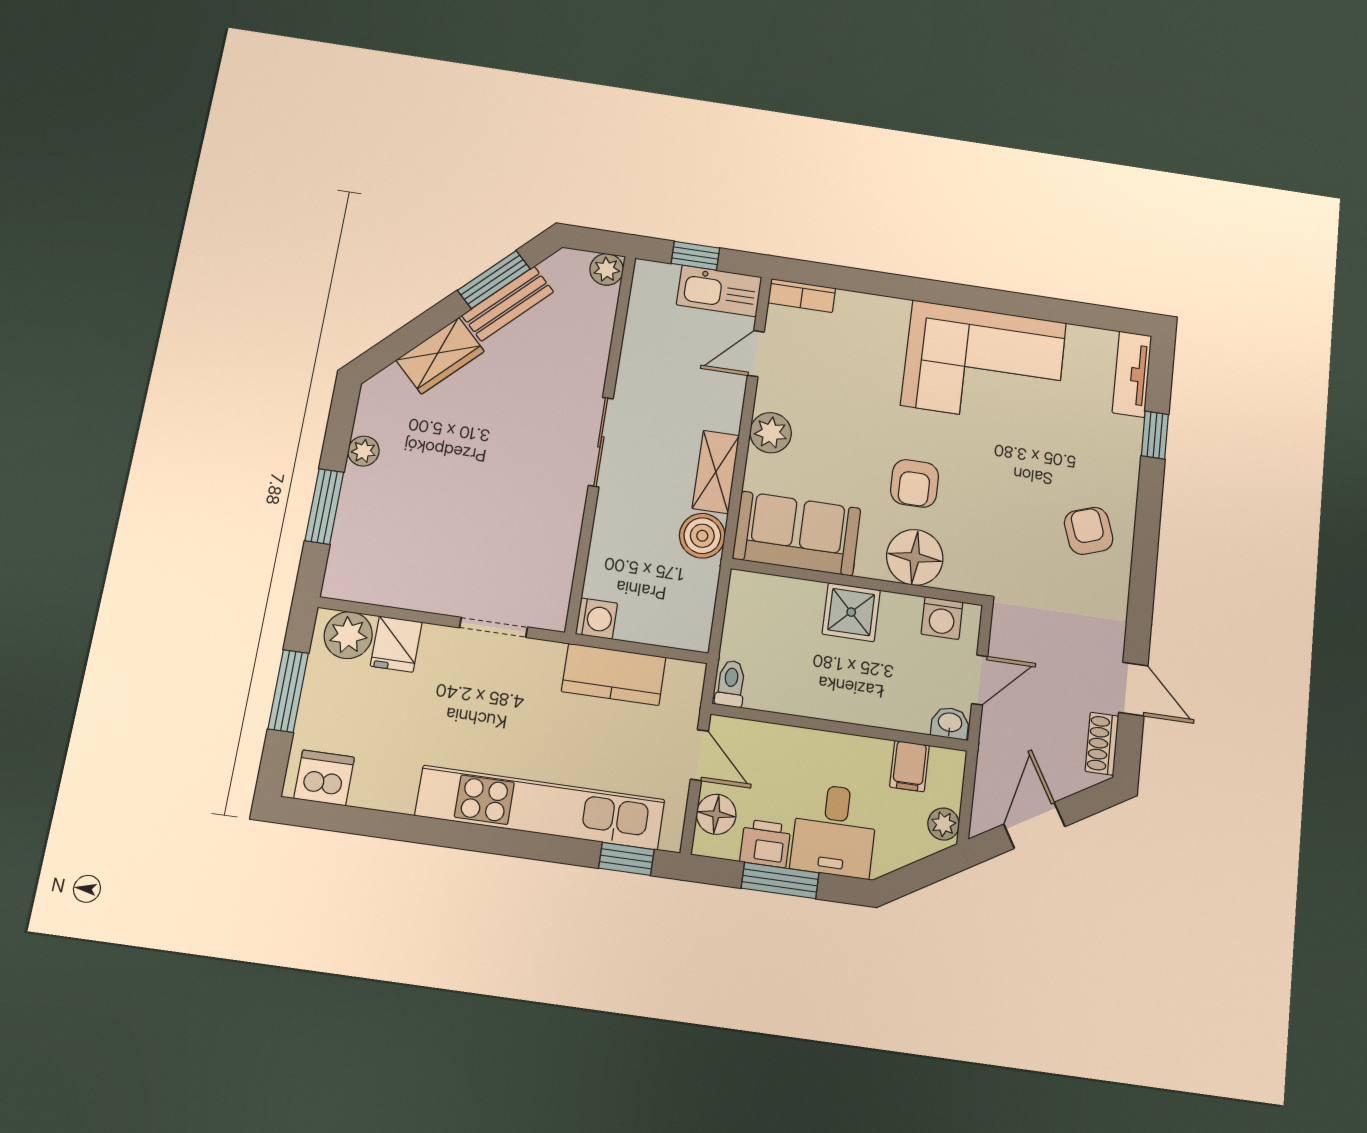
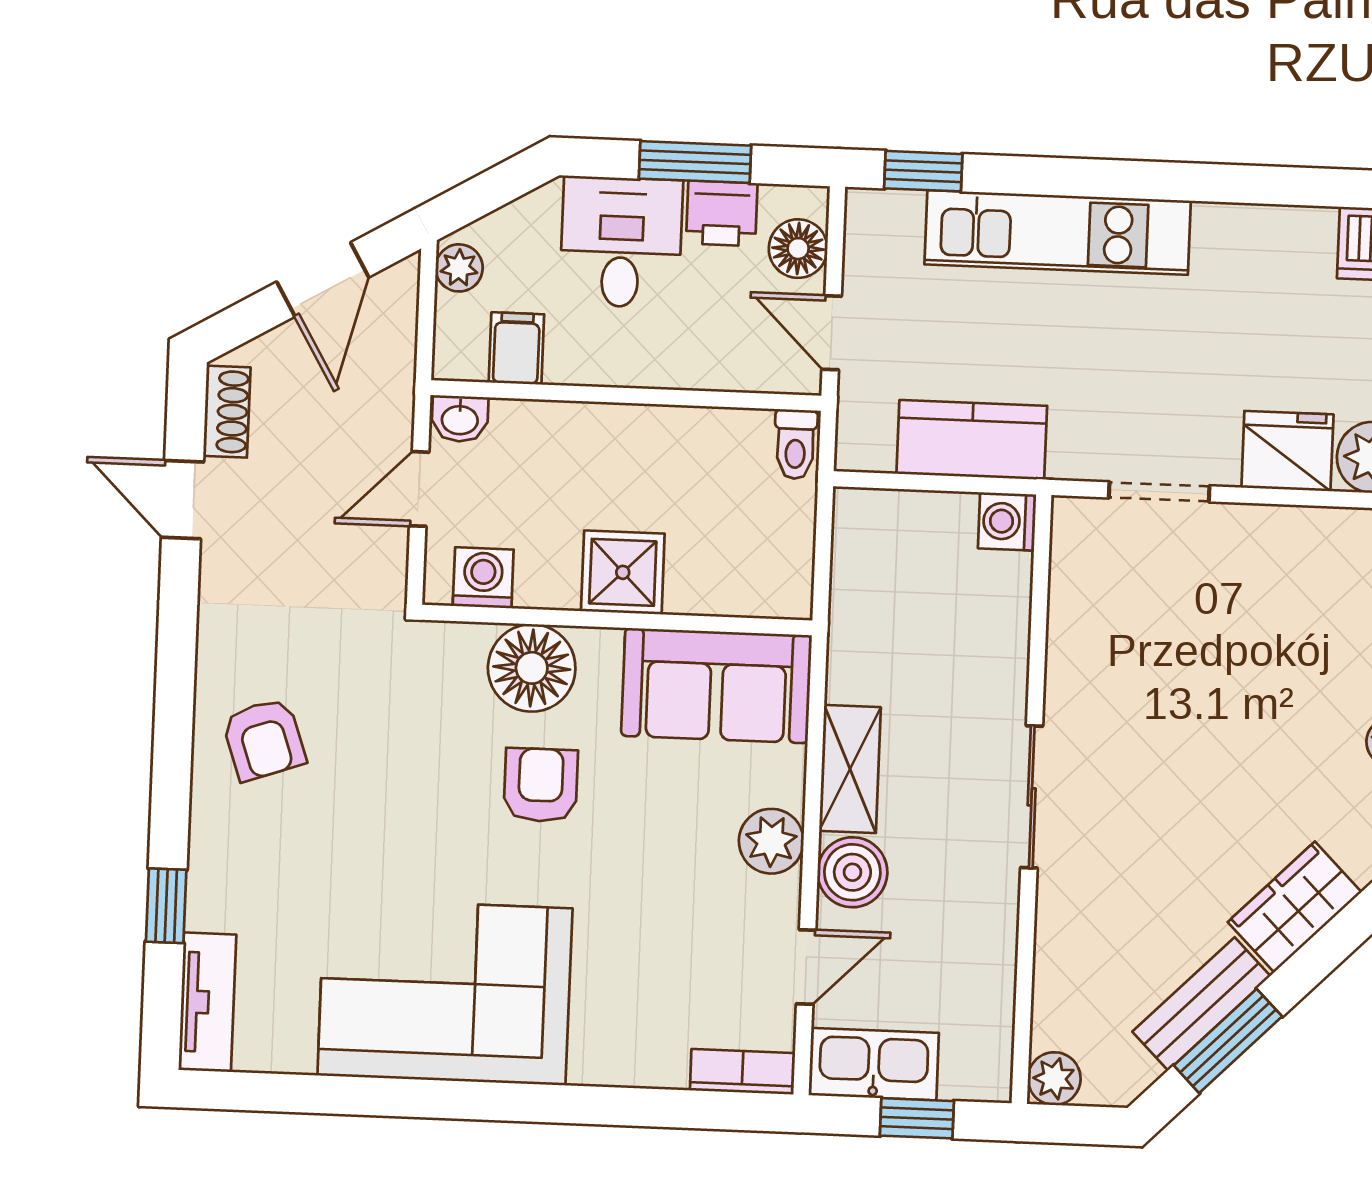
boiler: (702, 536) -> (852, 872), moved
fridge: (396, 644) -> (1287, 451), width x1.38
kitchen unit: (540, 808) -> (1058, 233), width x0.73

